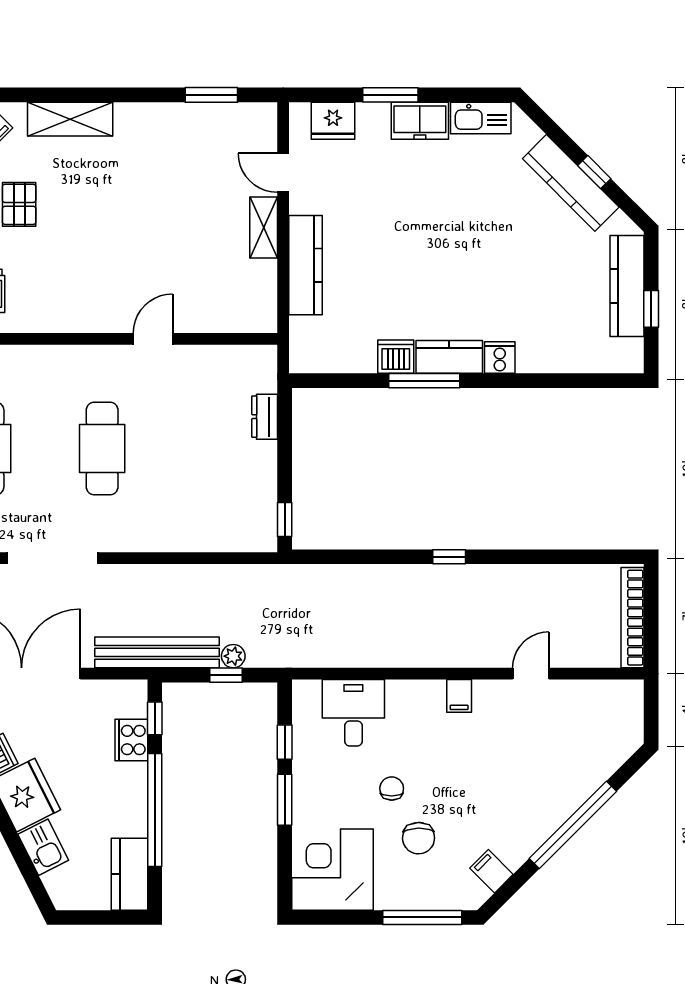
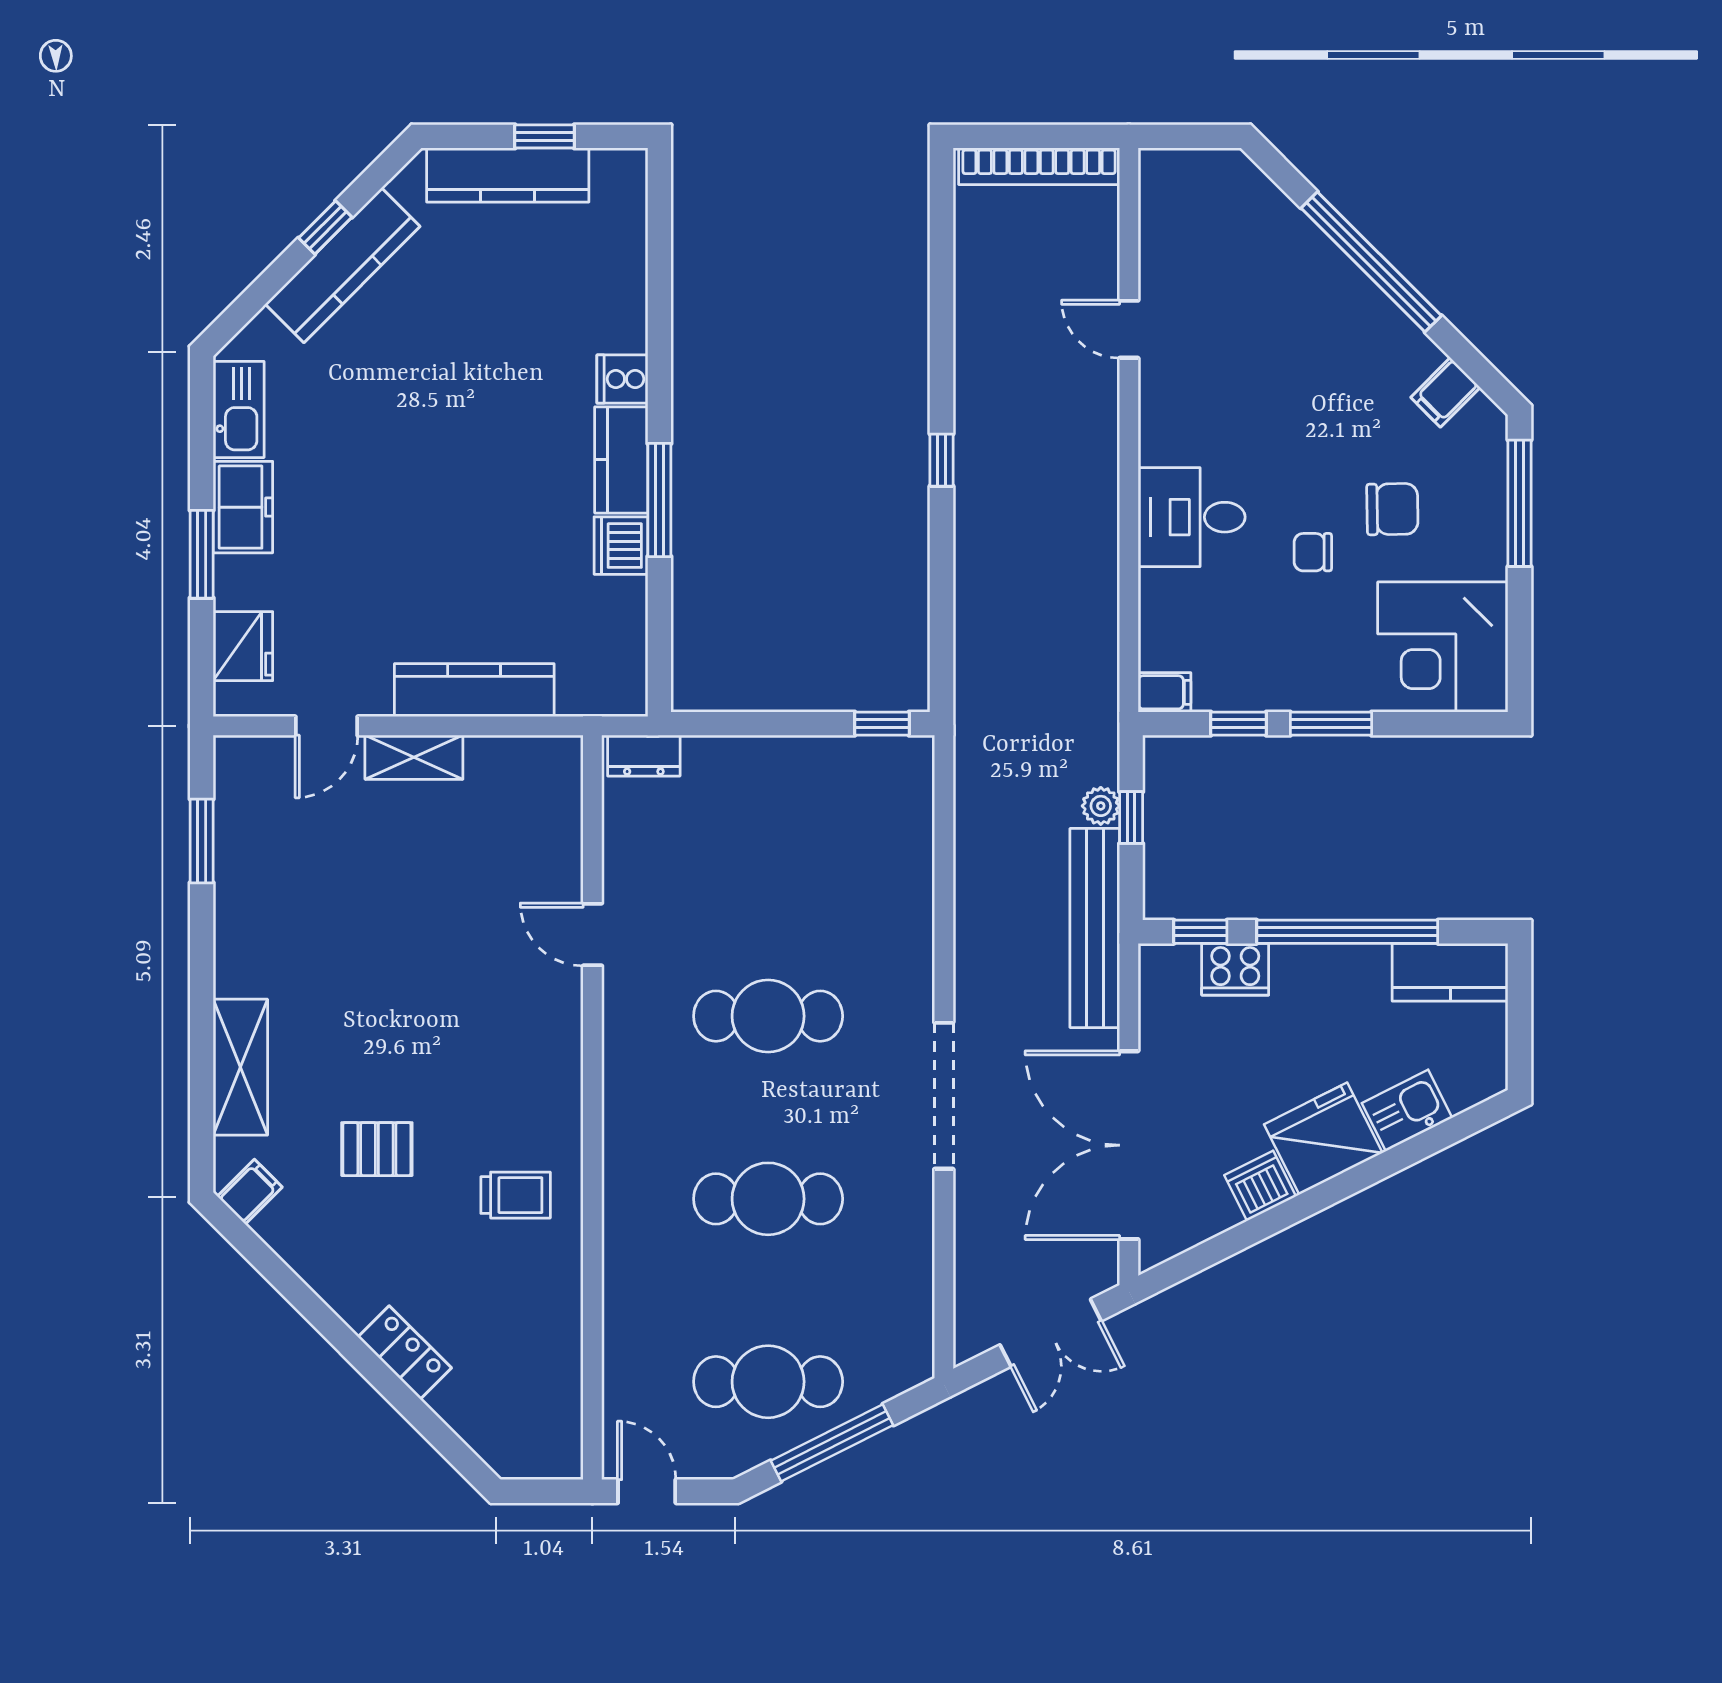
dresser: (265, 417) -> (644, 756), moved
filing cabinet: (459, 696) -> (1164, 692), moved
desk: (353, 713) -> (1192, 517), moved

